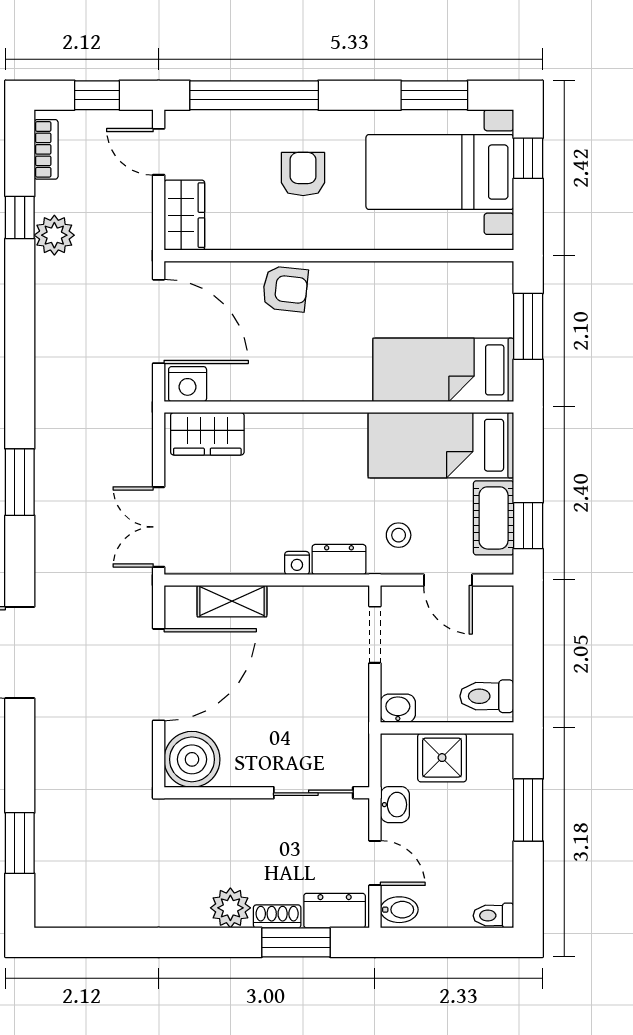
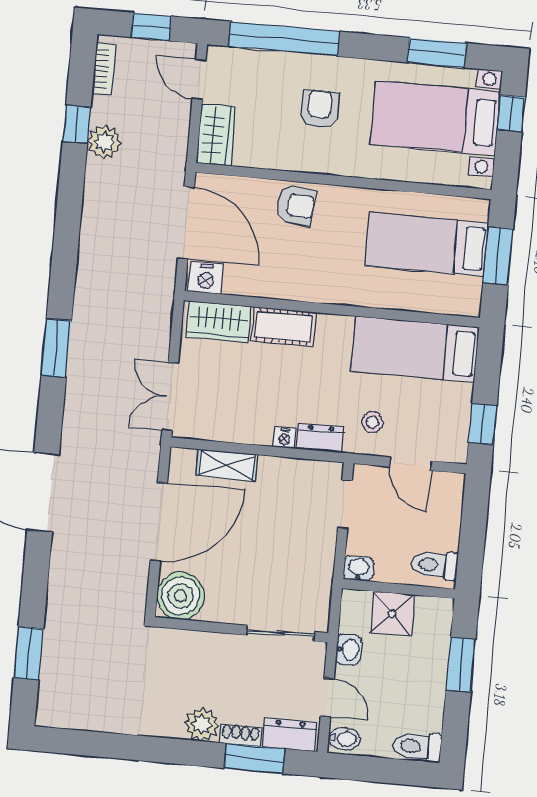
bed: (443, 370) -> (427, 244), moved
cot: (494, 518) -> (284, 327), moved, turned 90
toilet: (493, 916) -> (417, 747), width x1.37, depth x1.39

